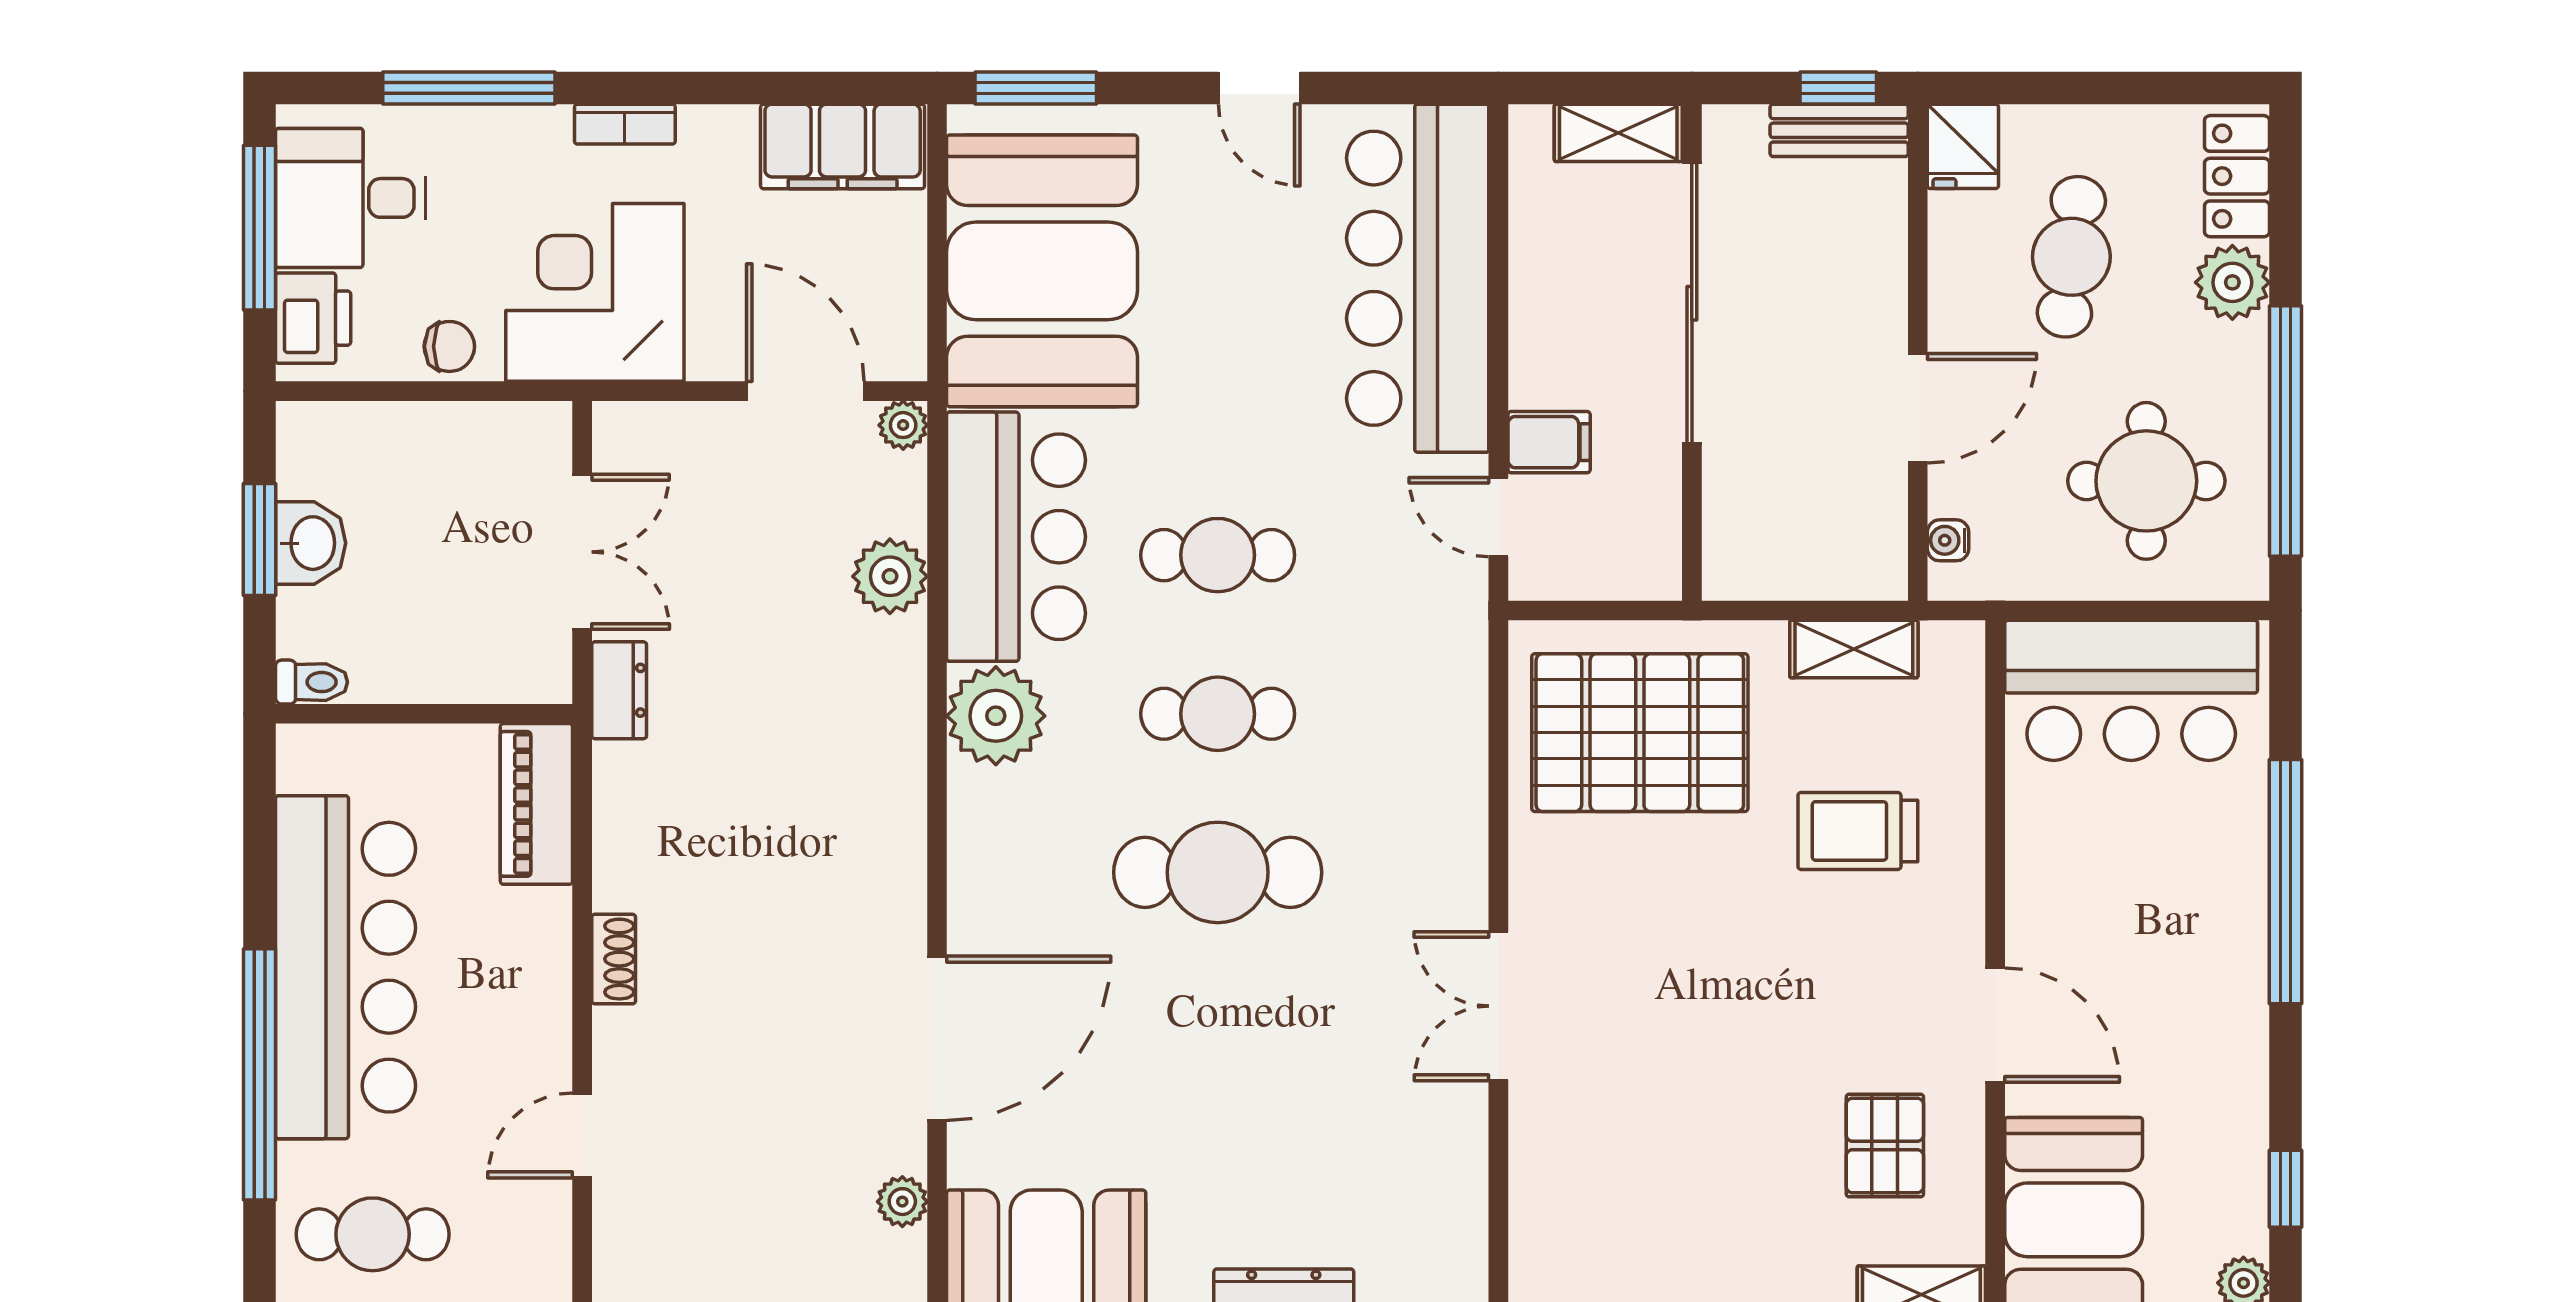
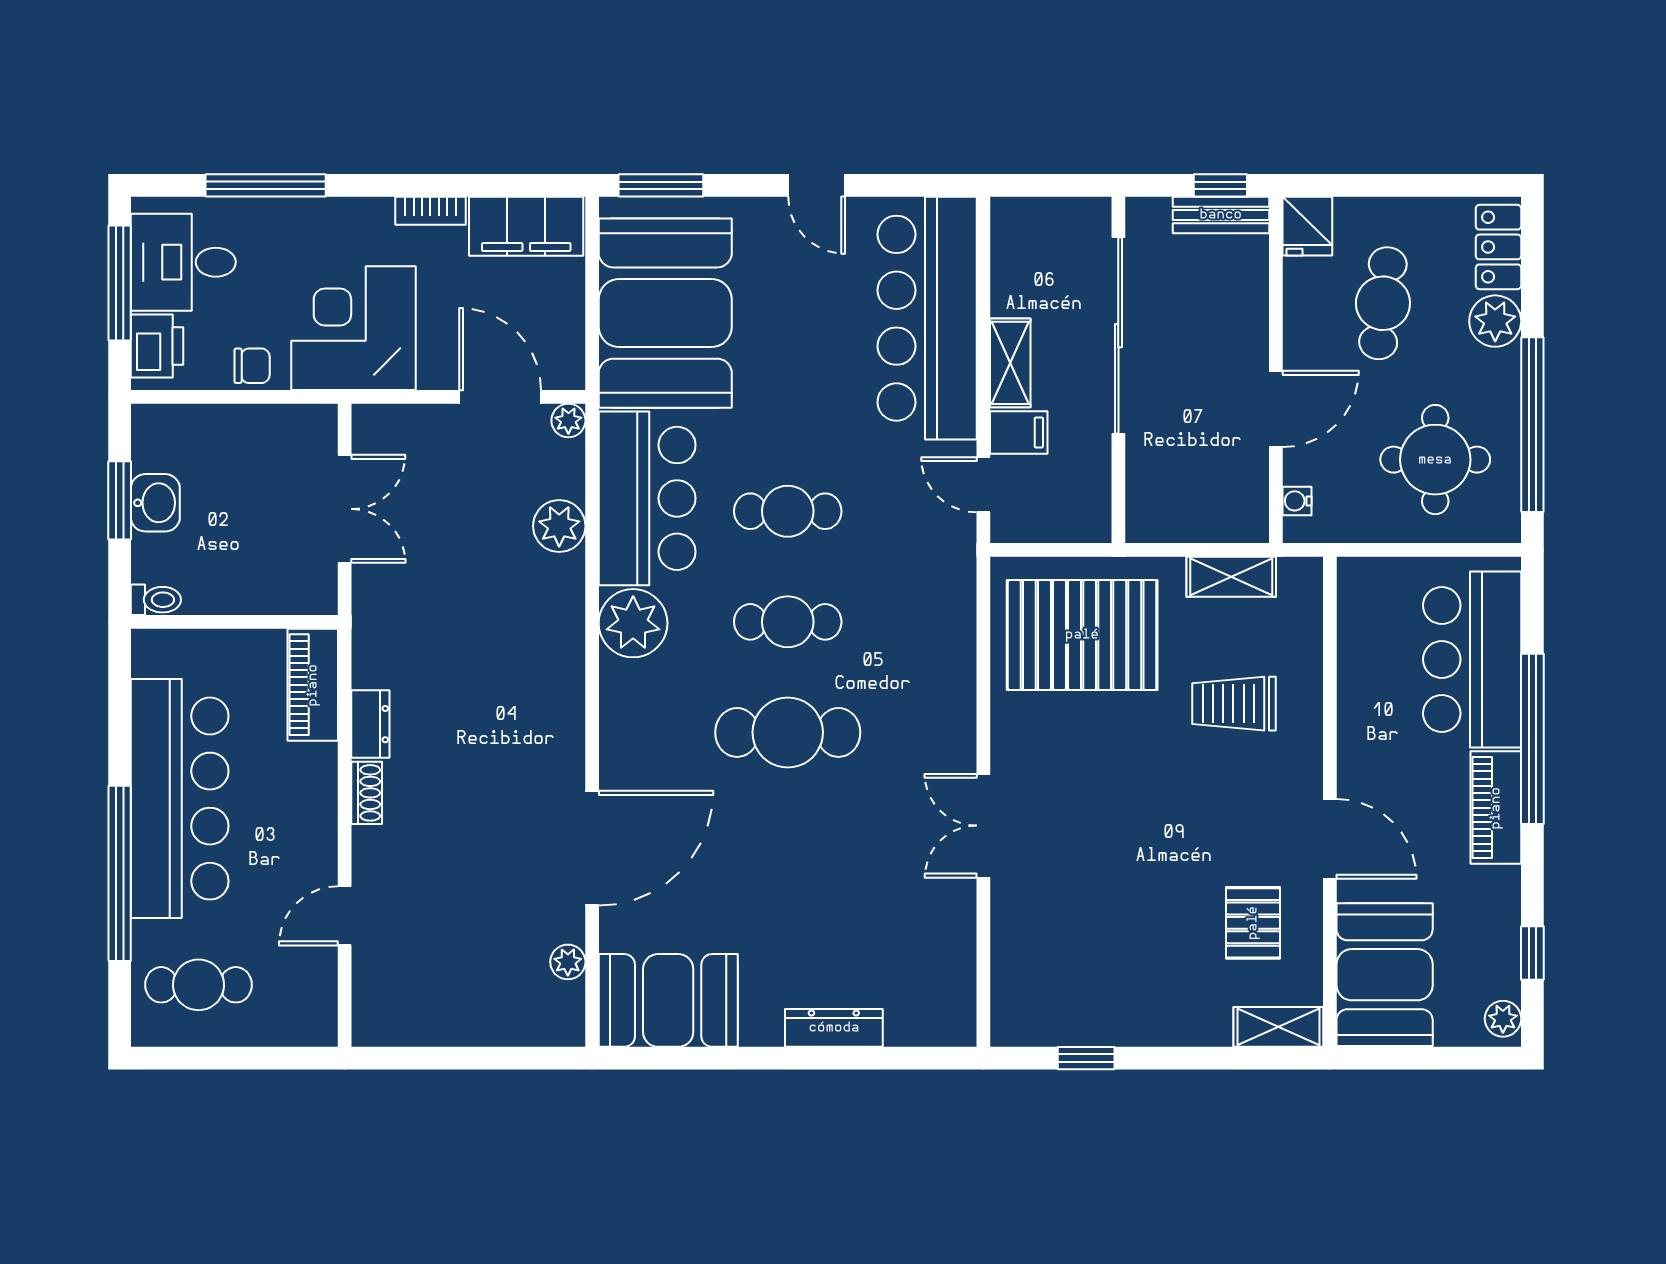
bookcase: (625, 124) -> (430, 211), moved
shelving: (1618, 133) -> (1010, 363), moved, turned 90
dresser: (619, 690) -> (370, 724), moved
bar counter: (2131, 690) -> (1472, 659), moved, turned 90
piano: (2233, 980) -> (1496, 808), added

